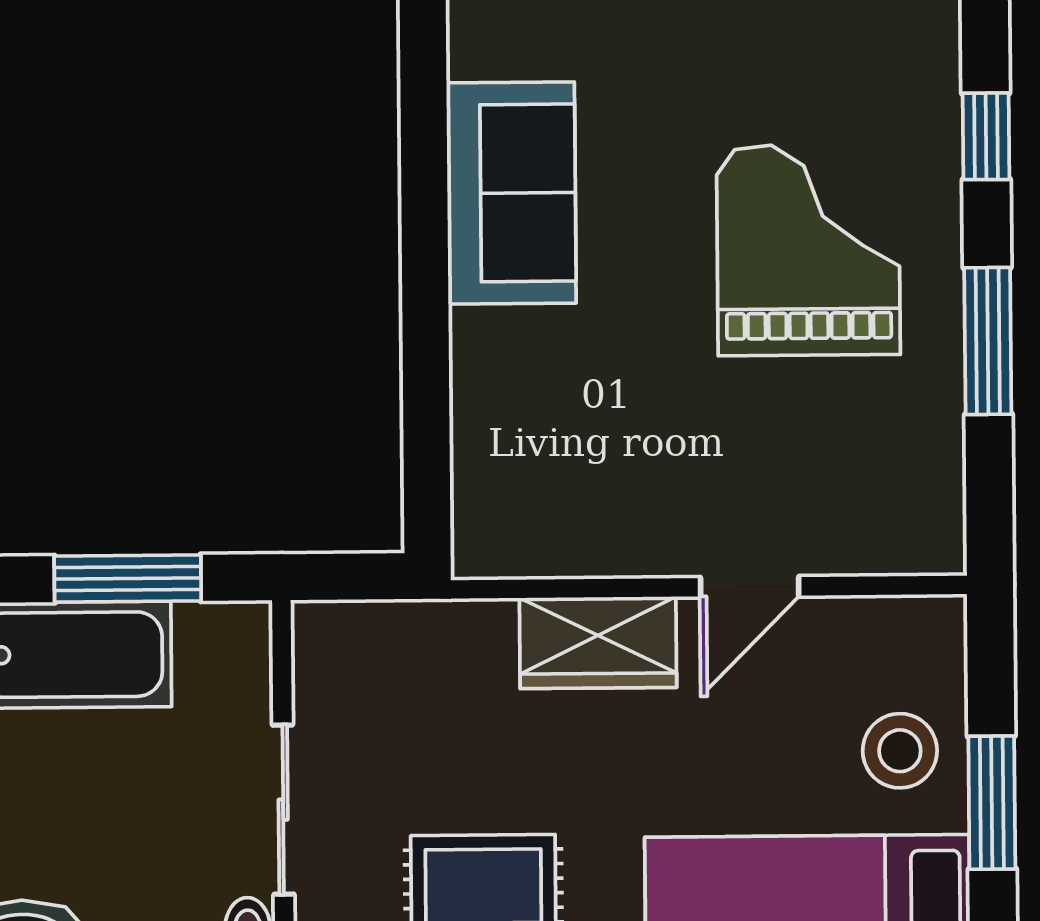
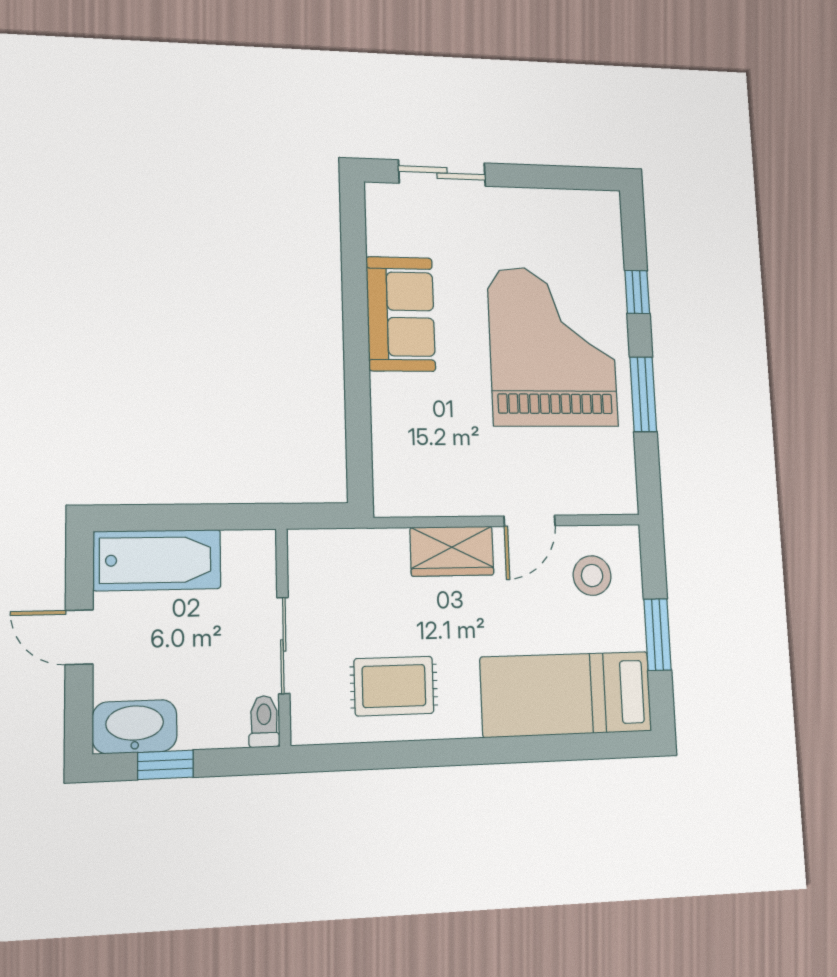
grand piano: (808, 250) -> (553, 347), width x1.37, depth x1.48
window: (128, 578) -> (196, 517), removed
stool: (900, 751) -> (592, 576), moved

